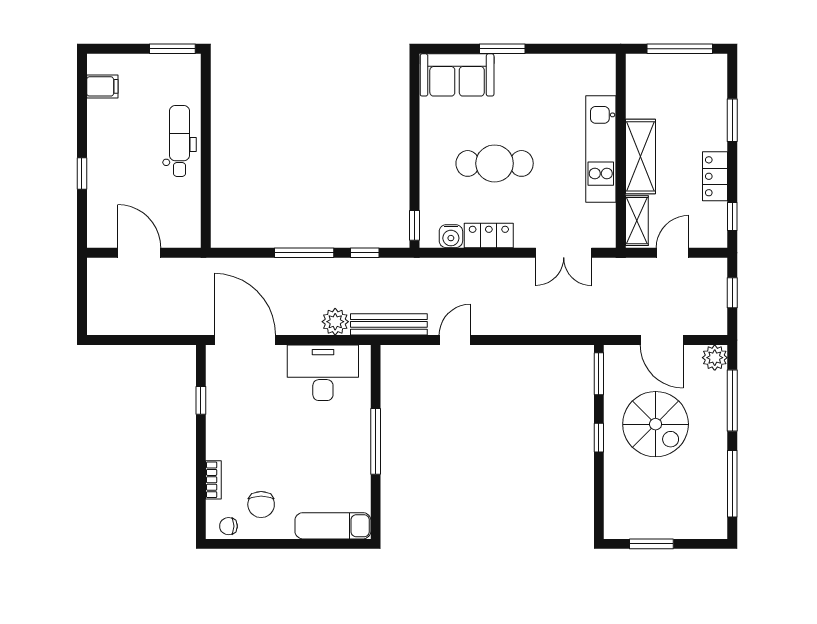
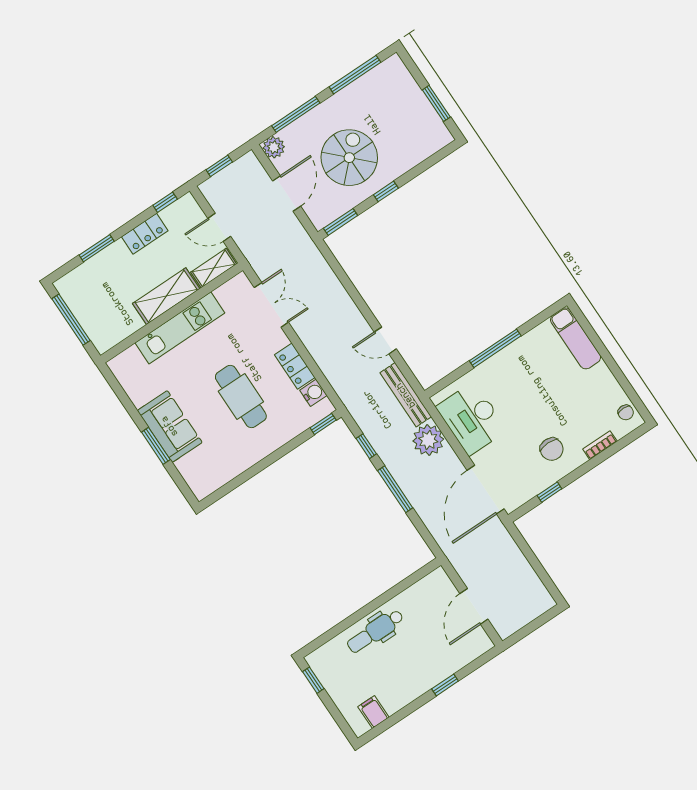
window: (172, 49) -> (313, 680), width x0.67
sofa: (457, 75) -> (170, 426), moved
plant: (335, 322) -> (428, 440), width x1.36, depth x1.36
chair: (261, 504) -> (552, 449), moved, turned 90

